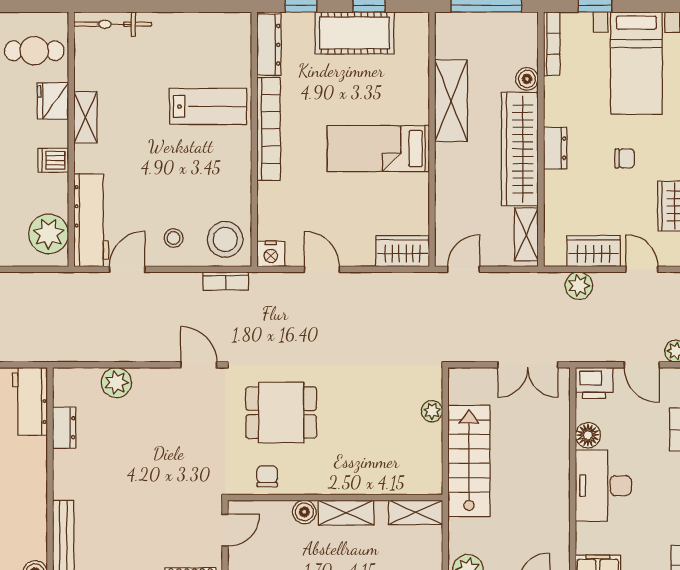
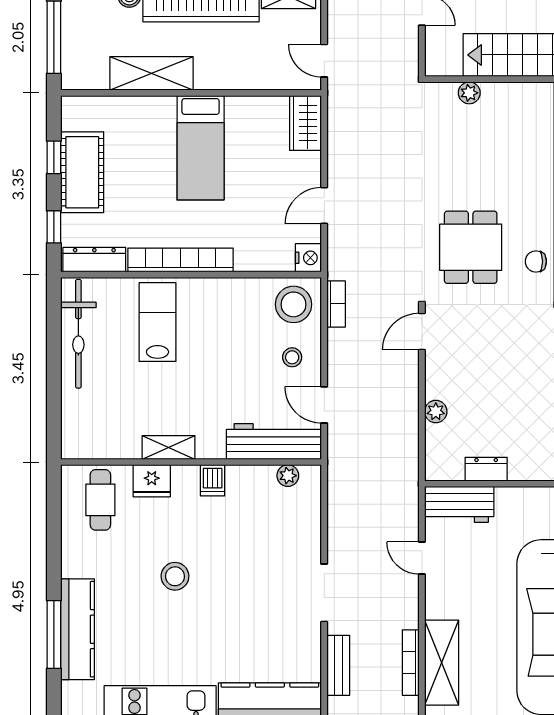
bicycle: (113, 24) -> (78, 334), moved, width x1.37, depth x1.40
plant: (49, 234) -> (288, 476), width x0.53, depth x0.53
plant: (116, 383) -> (436, 412), width x0.73, depth x0.73

